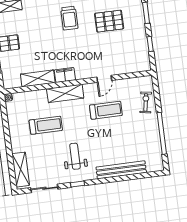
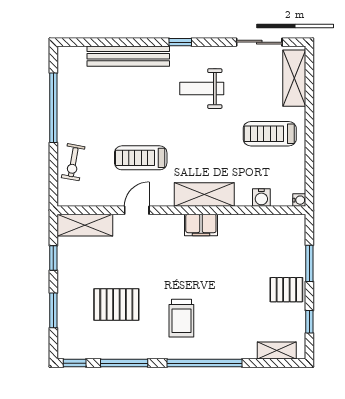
trolley: (69, 18) -> (181, 318), turned 180
shelving: (38, 78) -> (85, 225), moved
water cooler: (31, 96) -> (261, 198), added
treadmill: (46, 125) -> (270, 134), moved
weight bench: (75, 156) -> (202, 89), turned 90
window: (77, 184) -> (180, 42), moved

